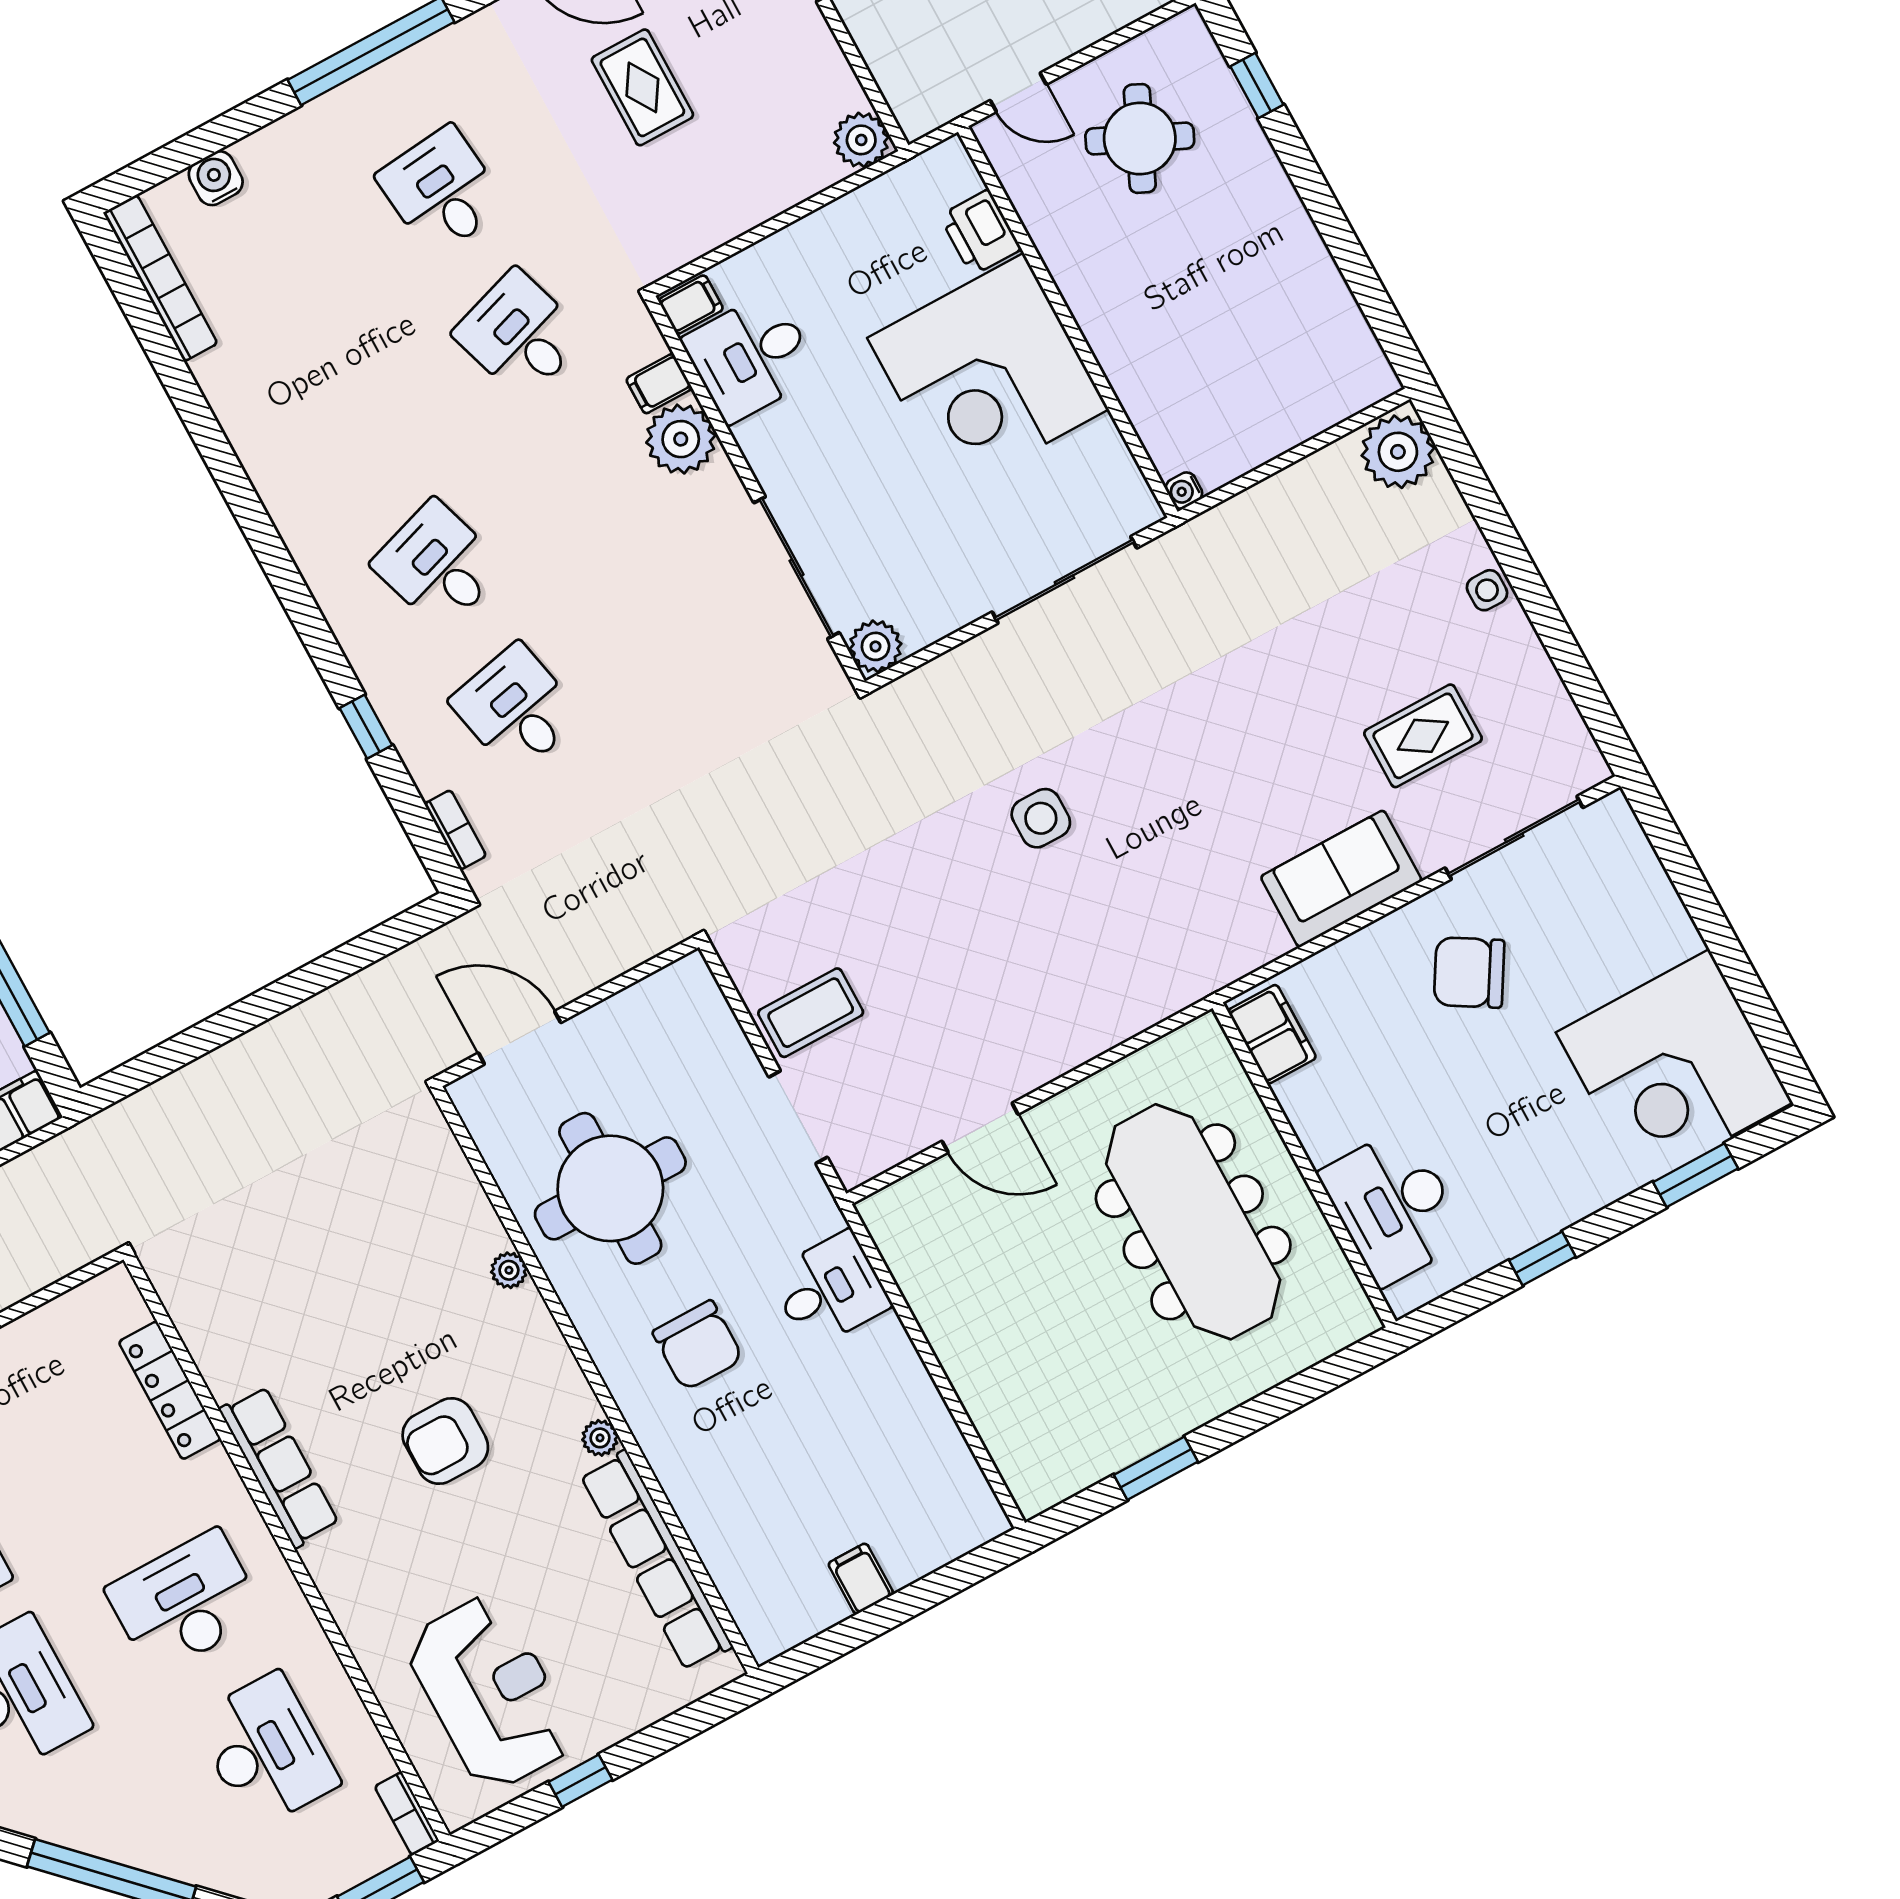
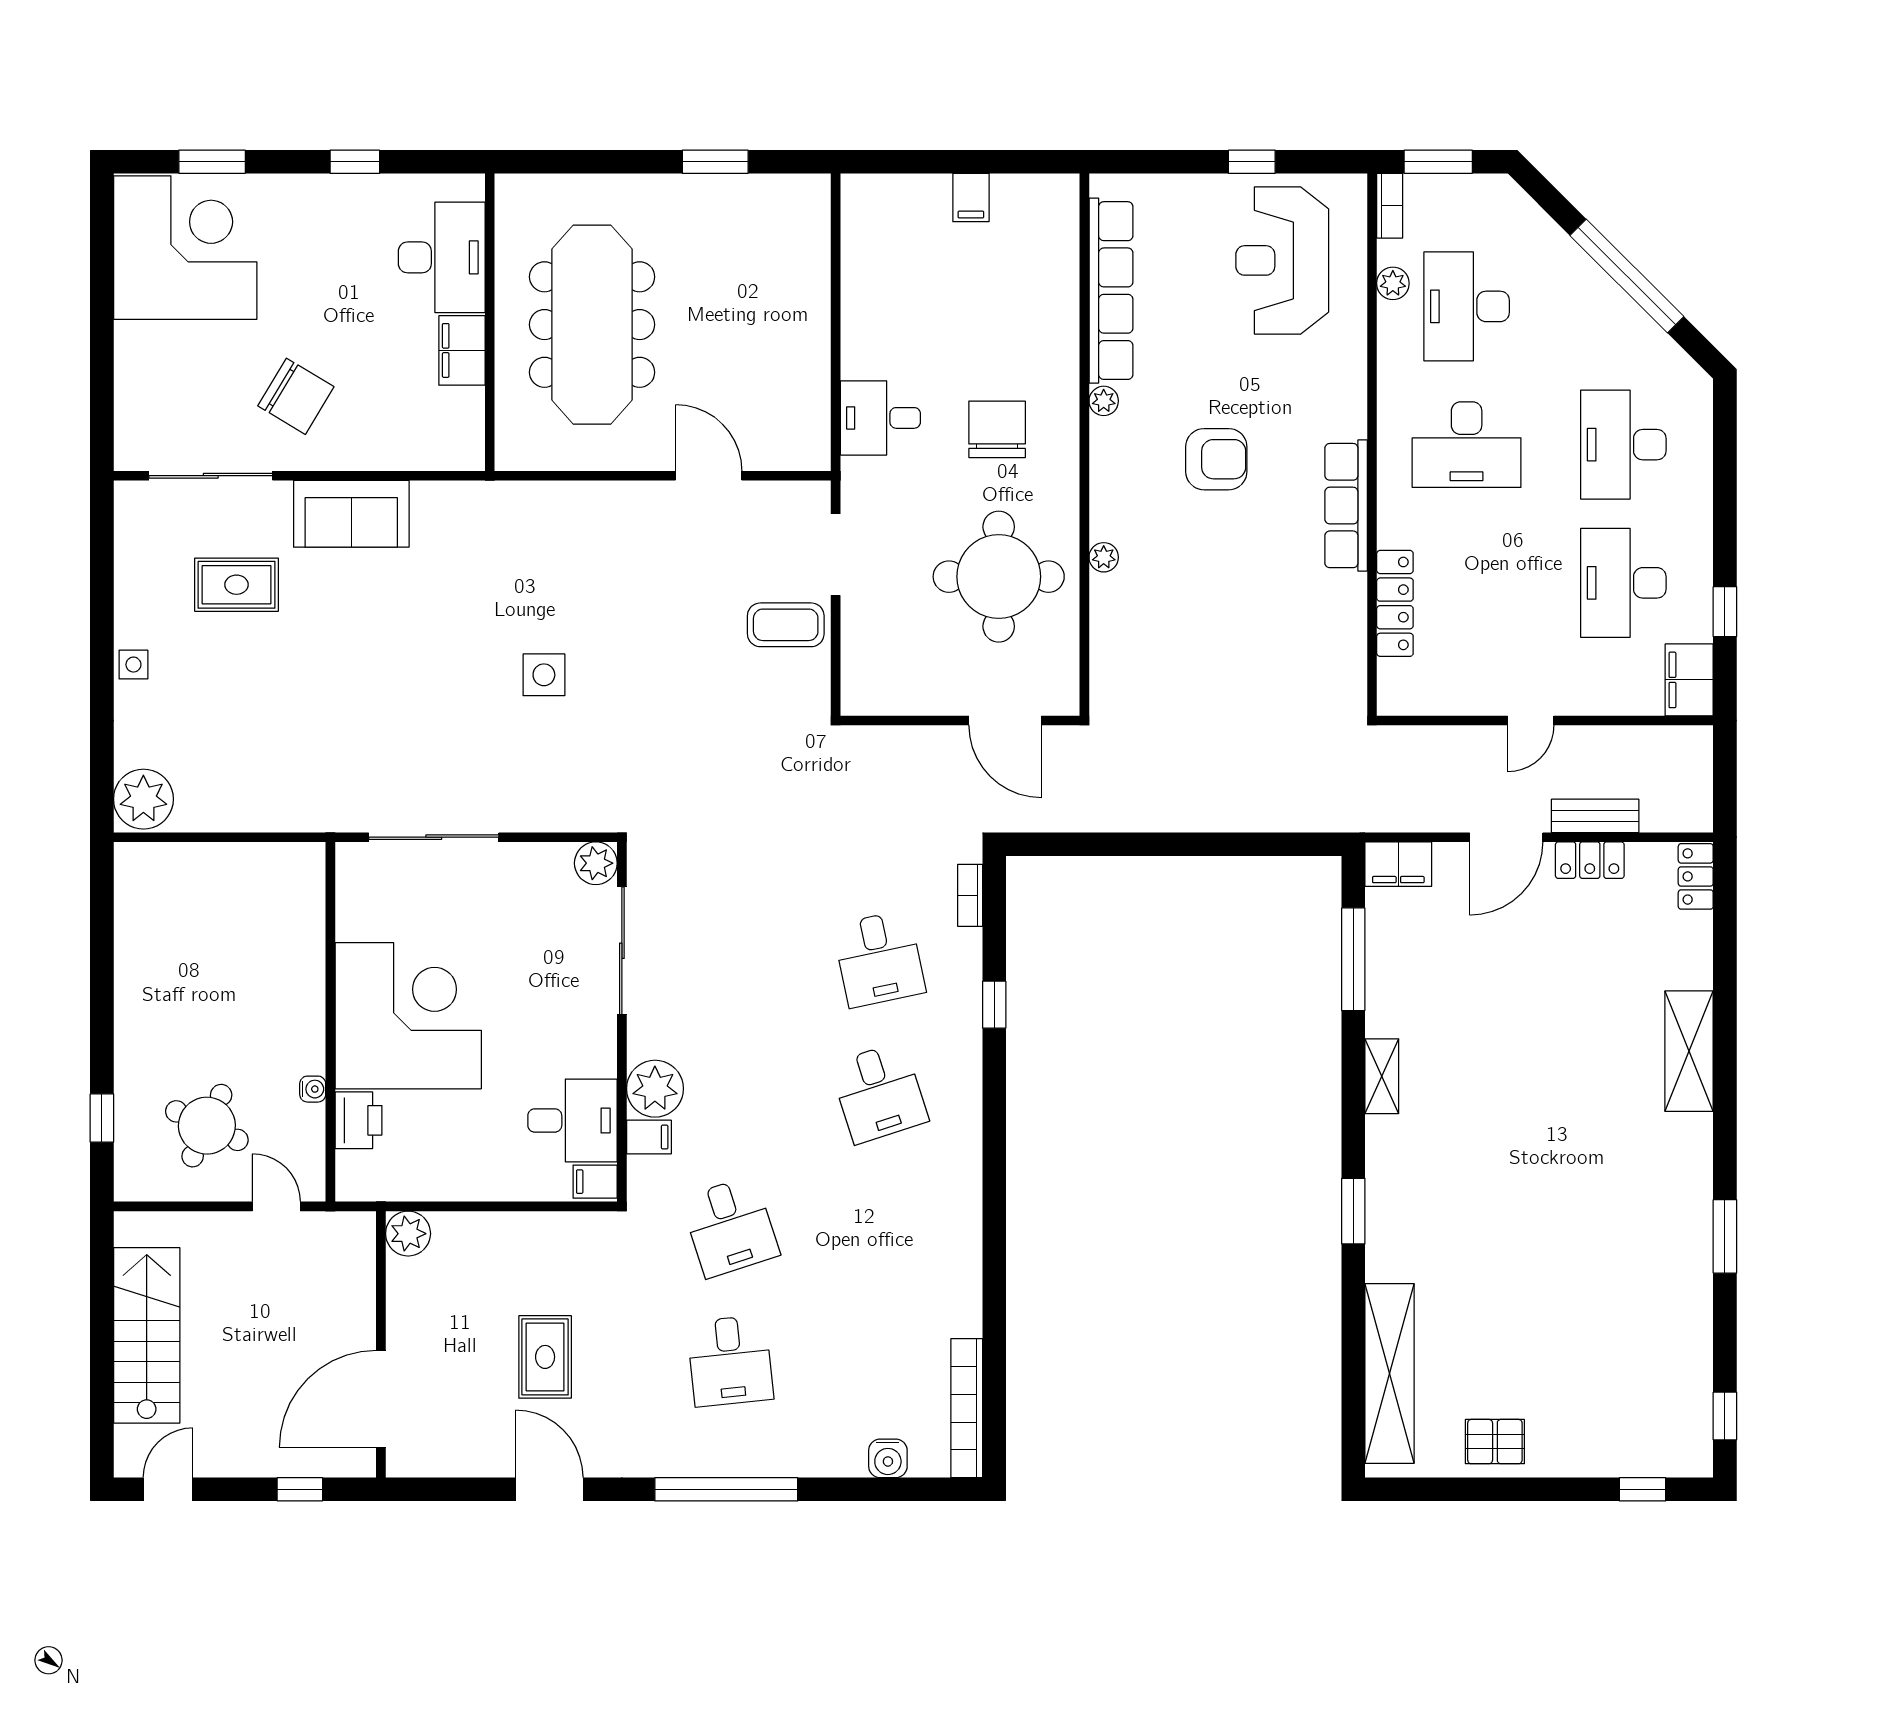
water cooler: (1184, 491) -> (313, 1089), moved
filing cabinet: (1272, 1034) -> (462, 350), moved
plant: (358, 1732) -> (1393, 283), added

